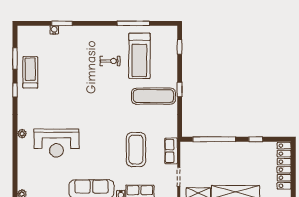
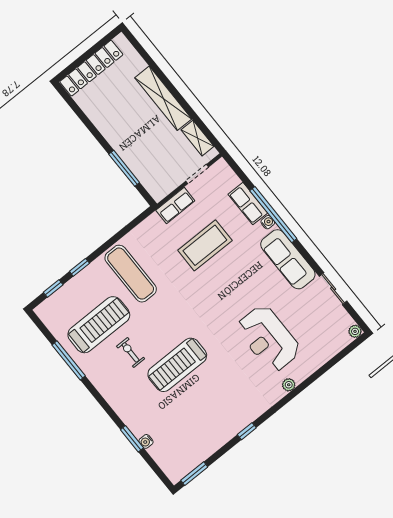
window: (15, 58) -> (194, 474), moved
treadmill: (30, 72) -> (177, 365), moved, width x1.37, depth x1.38
window: (180, 89) -> (79, 267), moved
window: (214, 139) -> (124, 168), width x0.68
window: (256, 139) -> (87, 123), removed
reception desk: (56, 143) -> (268, 339), turned 180

